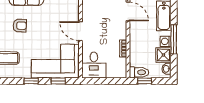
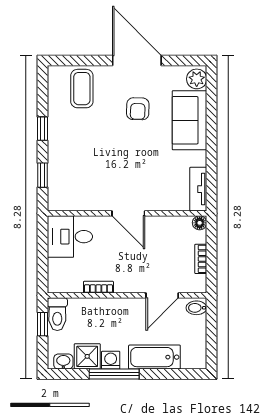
door: (80, 31) -> (128, 213), swing flipped
corner sofa: (55, 61) -> (77, 170), removed

